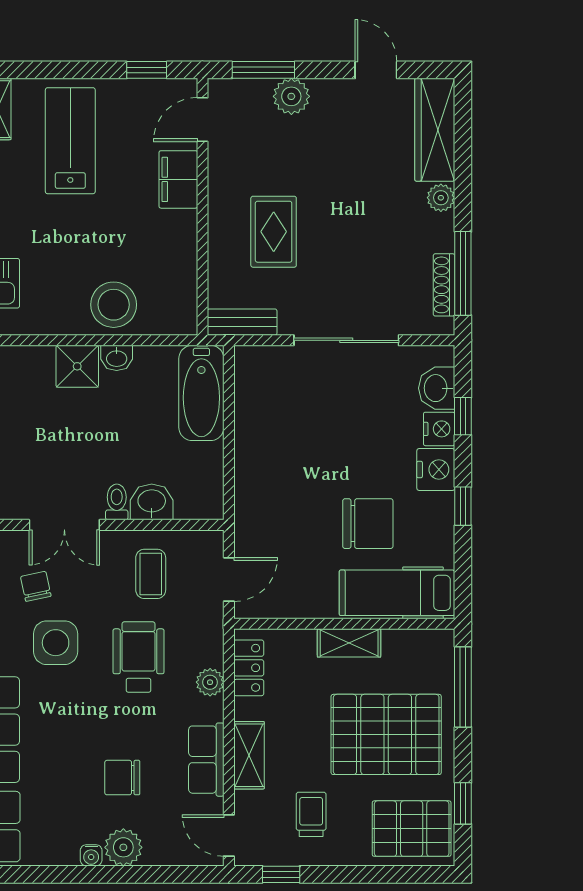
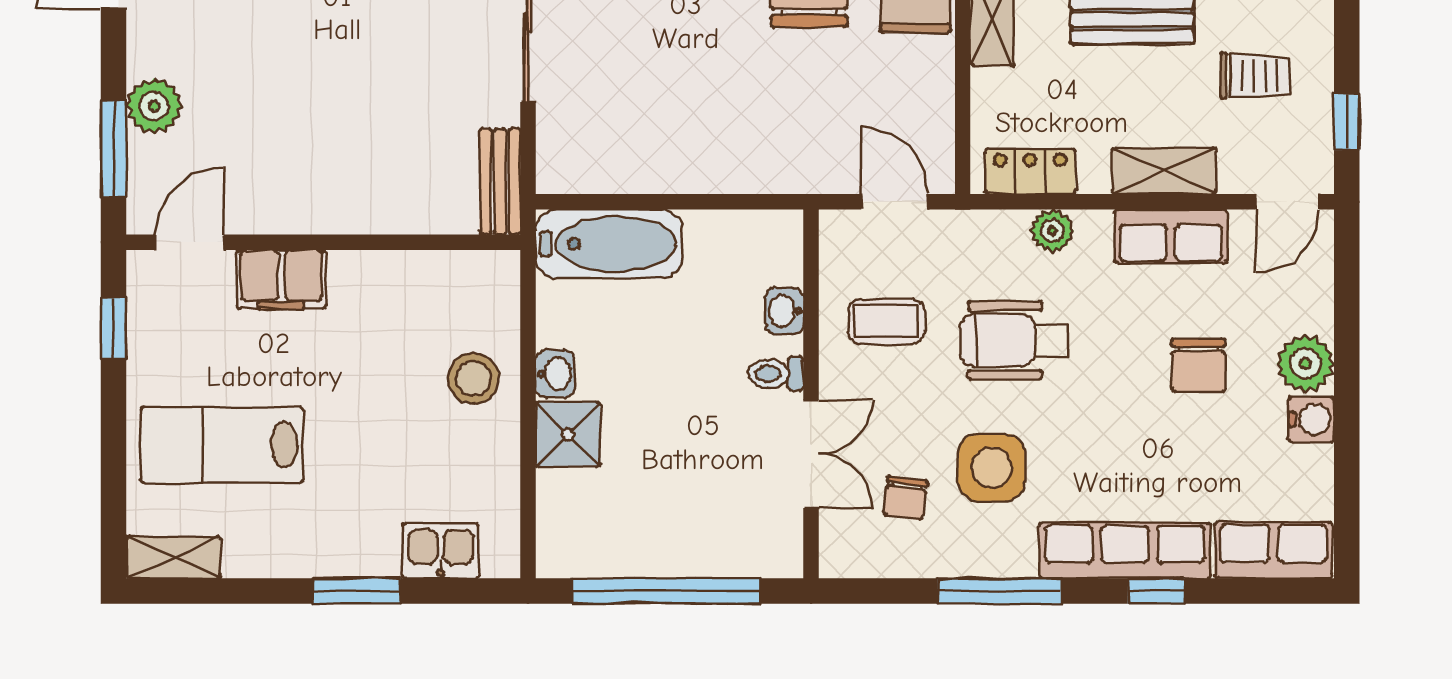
door: (202, 120) -> (190, 242), swing flipped
rug: (274, 232) -> (362, 133), removed
stool: (114, 305) -> (473, 378), width x0.73, depth x0.73
washbasin: (152, 502) -> (784, 311), width x0.72, depth x0.69
chair: (36, 586) -> (905, 498), turned -70
trolley: (311, 814) -> (1255, 76), turned 180
water cooler: (91, 855) -> (1311, 419), width x1.38, depth x1.38

